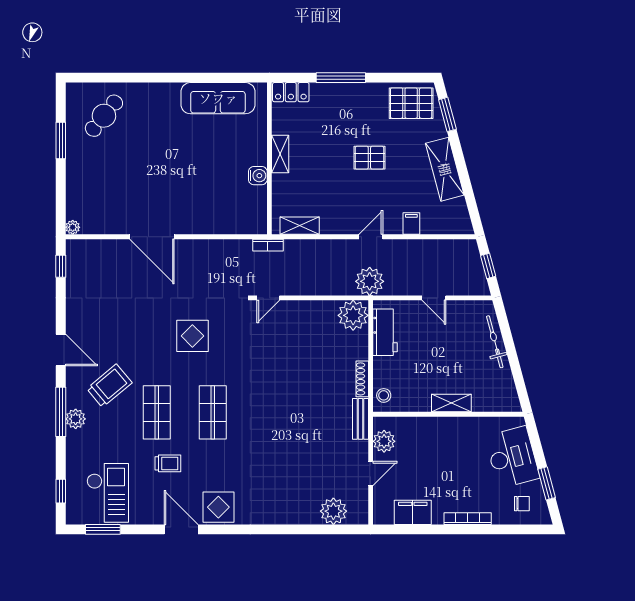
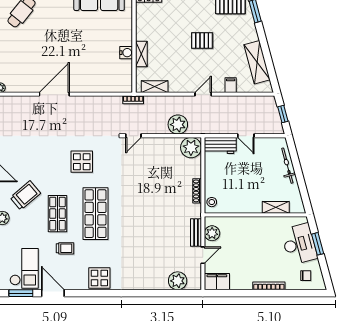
shelving: (280, 154) -> (141, 54), moved
shelving: (445, 169) -> (257, 62), moved
door: (152, 237) -> (54, 94), swing flipped
plant: (370, 281) -> (178, 125), moved
workbench: (385, 332) -> (220, 145), moved, turned 90
shelving: (451, 403) -> (276, 207), moved
shop shelf: (213, 412) -> (95, 214), width x1.43, depth x1.36
bench: (360, 419) -> (196, 232), moved
window: (547, 483) -> (318, 244), moved
filing cabinet: (413, 512) -> (217, 282), moved
door: (181, 529) -> (53, 293), moved

